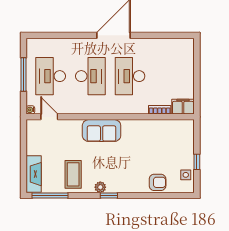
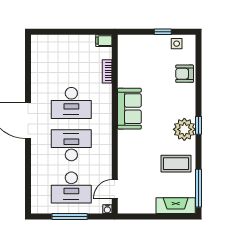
filing cabinet: (183, 107) -> (104, 41), width x0.50
sofa: (102, 131) -> (129, 109), moved
armchair: (158, 182) -> (185, 74), turned -90
plant: (100, 187) -> (184, 129), width x1.87, depth x1.87

